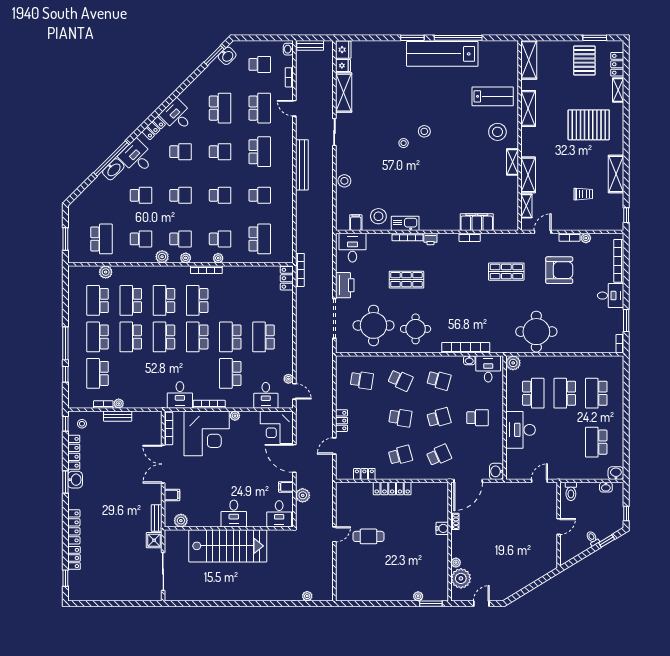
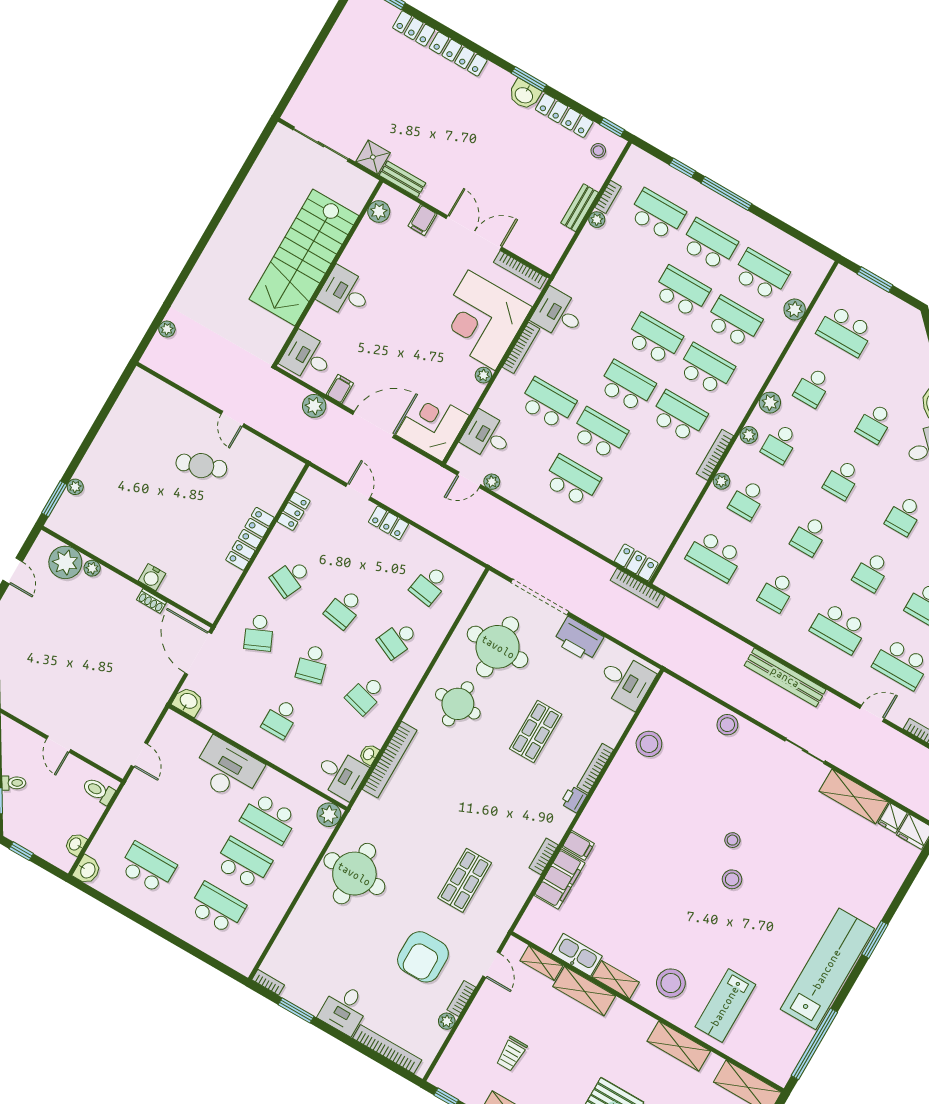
window: (458, 38) -> (814, 1044), moved
filing cabinet: (356, 223) -> (578, 845), moved
kitchen sink: (405, 223) -> (577, 955), moved, turned -90
school desk: (400, 455) -> (291, 578), turned 39
cafe table: (368, 536) -> (201, 466), turned 70

